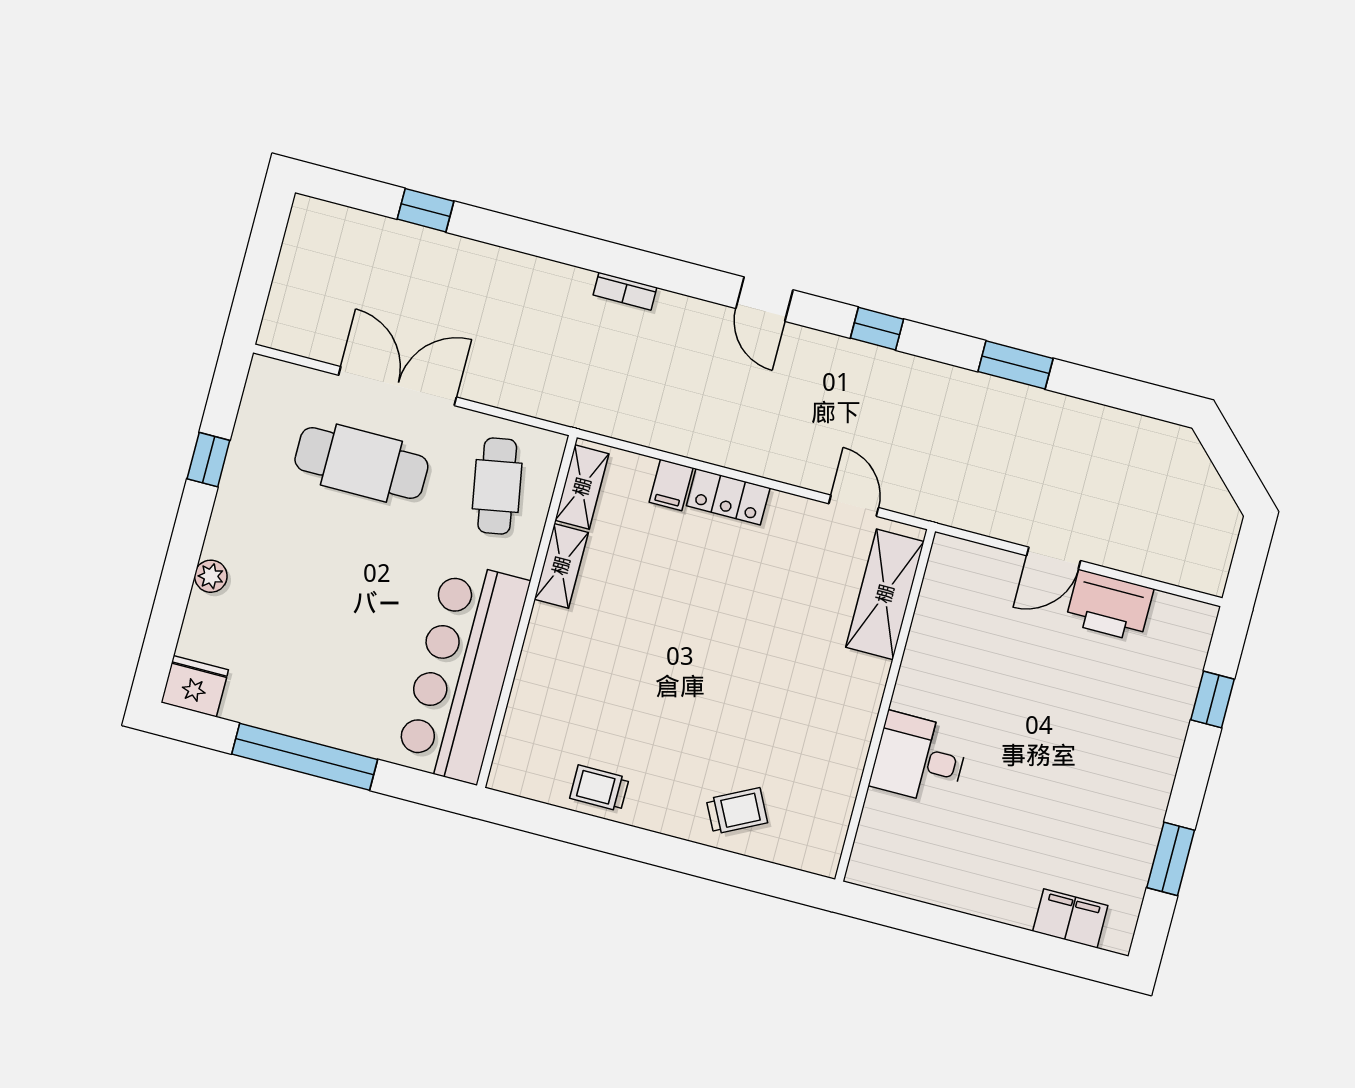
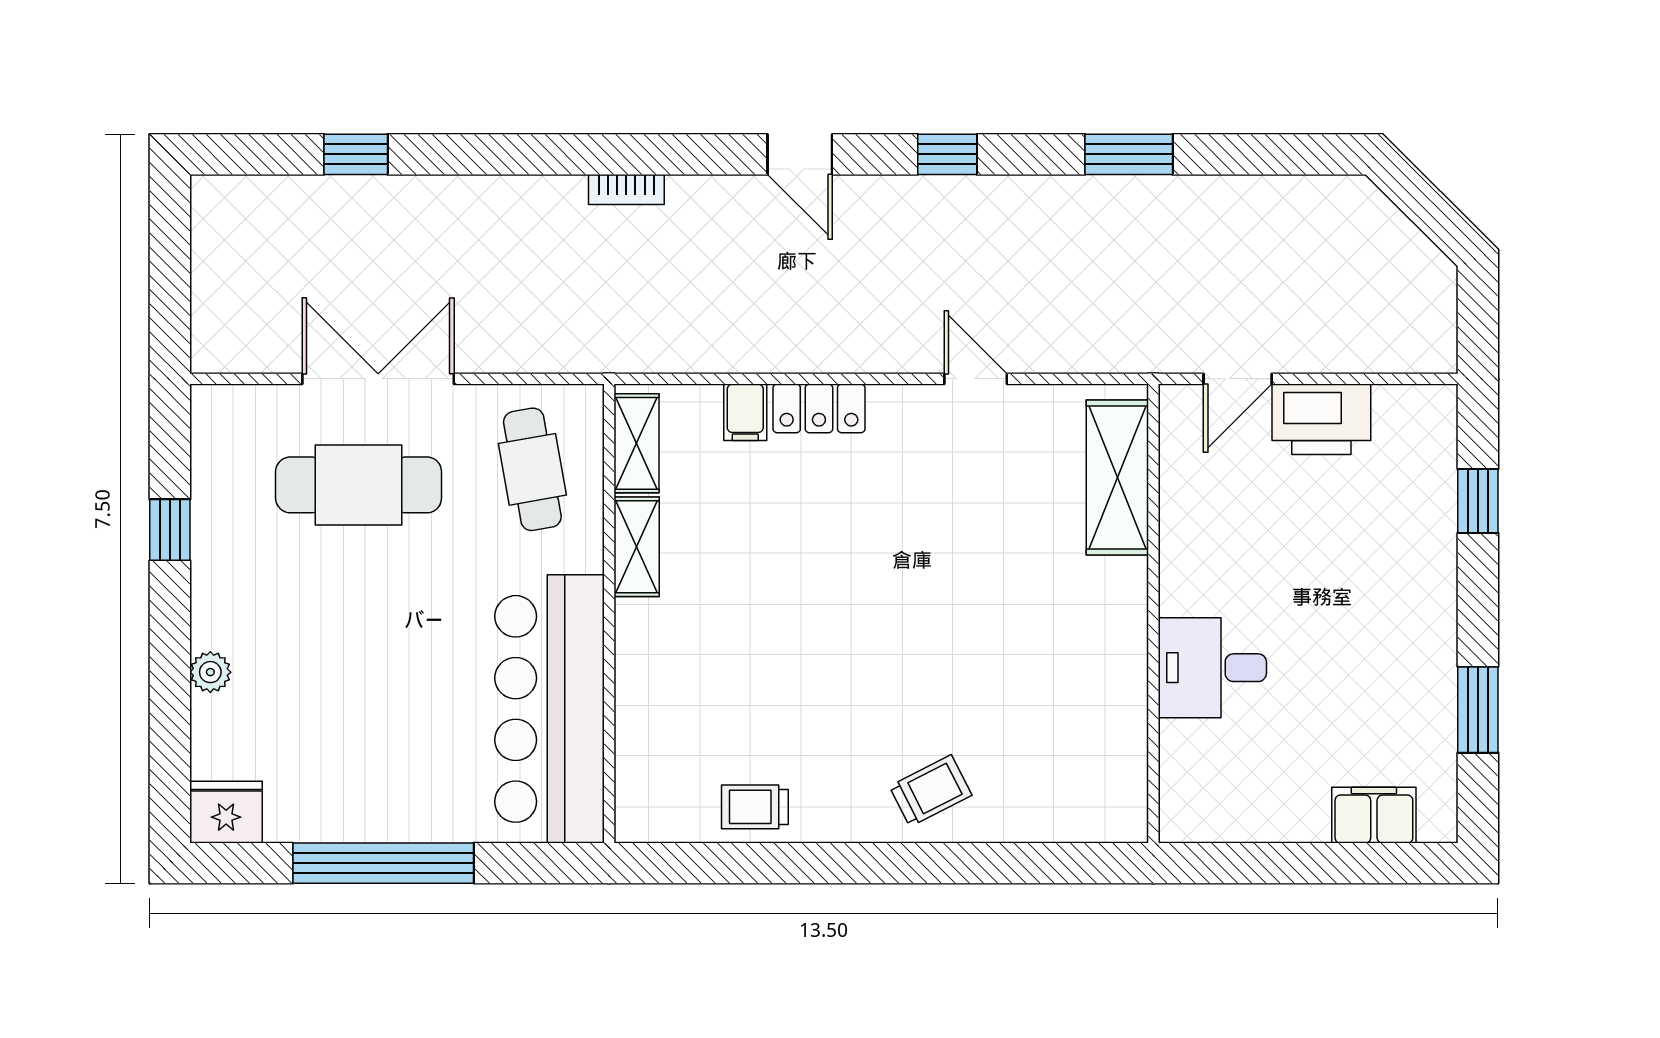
shelving: (885, 594) -> (1117, 478), moved
wall: (885, 705) -> (1153, 614), moved
desk: (919, 759) -> (1212, 668), moved

